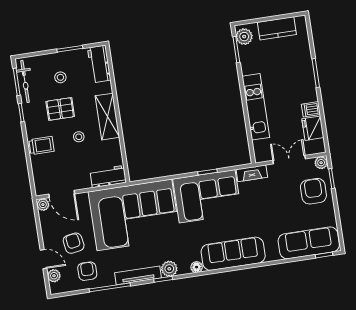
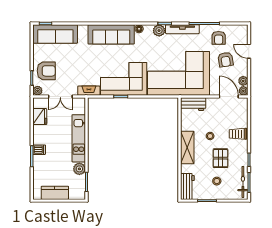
plant: (244, 37) -> (79, 169), moved
pallet: (60, 109) -> (220, 158), turned 90
dishwasher: (311, 109) -> (39, 150), moved
armchair: (313, 191) -> (46, 71), turned -90
plant: (54, 276) -> (243, 81), moved

